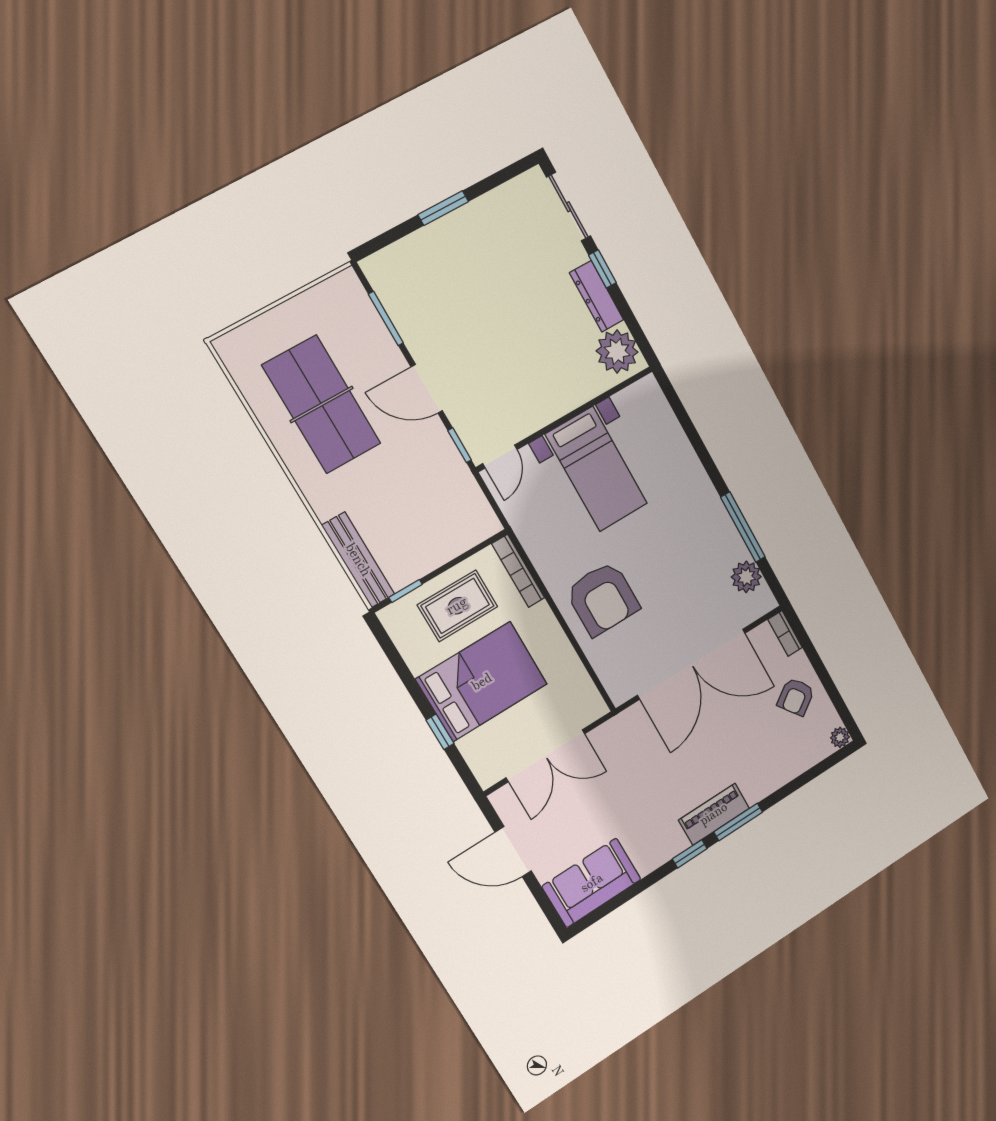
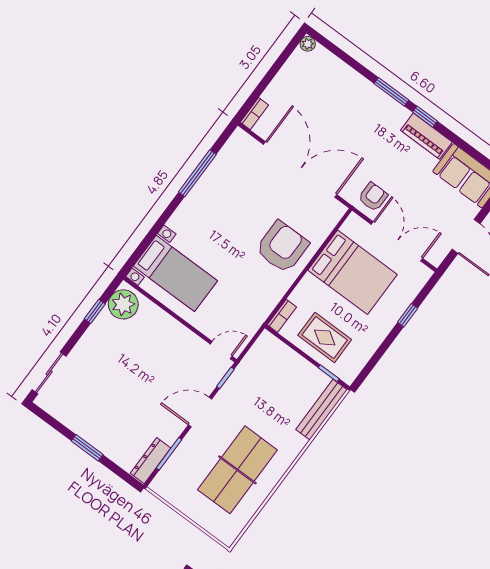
window: (602, 269) -> (95, 311), moved
dresser: (597, 296) -> (150, 461), moved, turned 180
door: (427, 389) -> (200, 412), swing flipped
bed with nightstands: (596, 469) -> (175, 273), moved, turned 90
bookcase: (518, 571) -> (282, 316), width x0.64
plant: (746, 577) -> (228, 157), removed
bed: (482, 682) -> (353, 272), moved, turned 180
armchair: (796, 697) -> (373, 197), moved, turned -54
piano: (714, 814) -> (426, 136), moved

